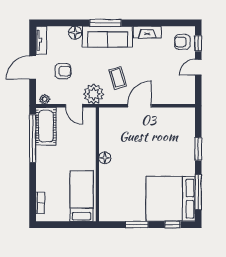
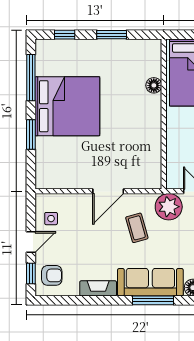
side table: (183, 85) -> (51, 219), added
floor lamp: (105, 158) -> (154, 85), moved
bed: (171, 199) -> (67, 106), moved

